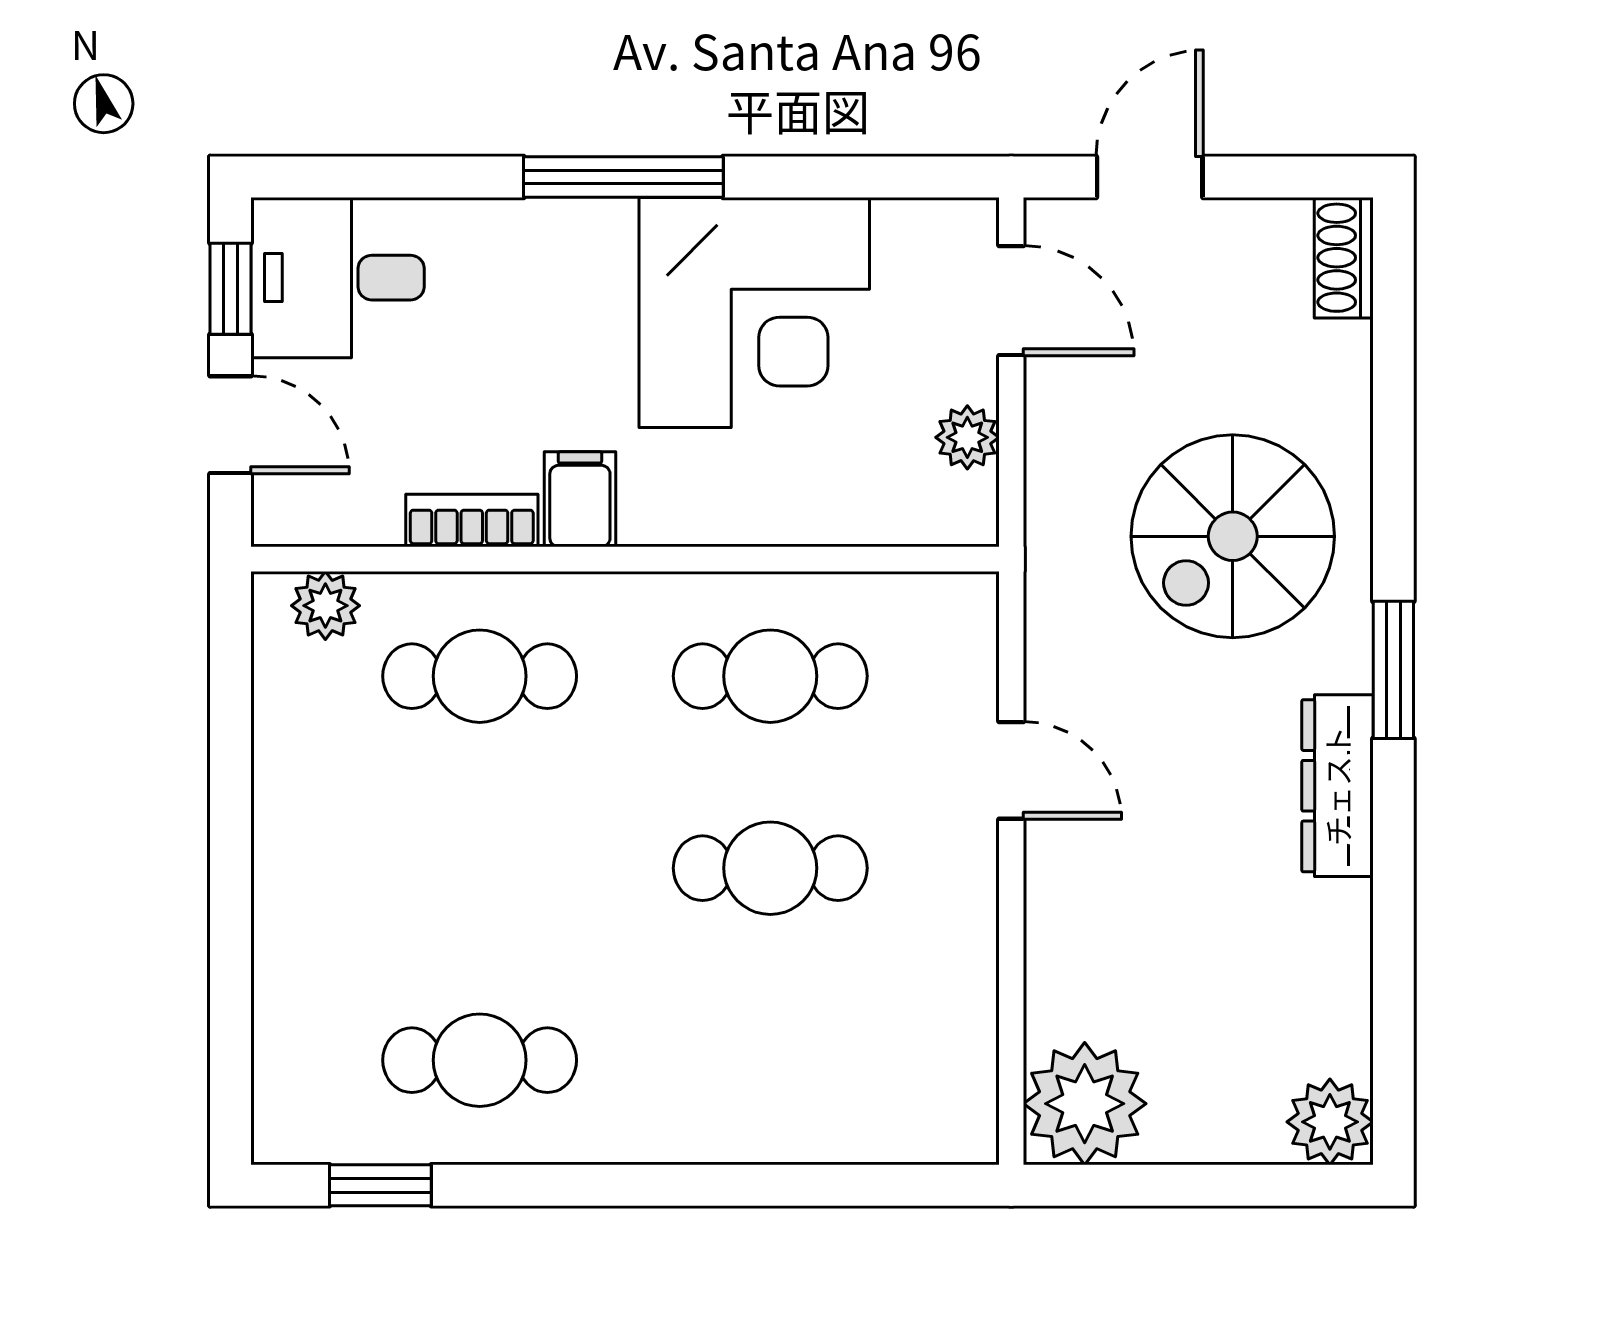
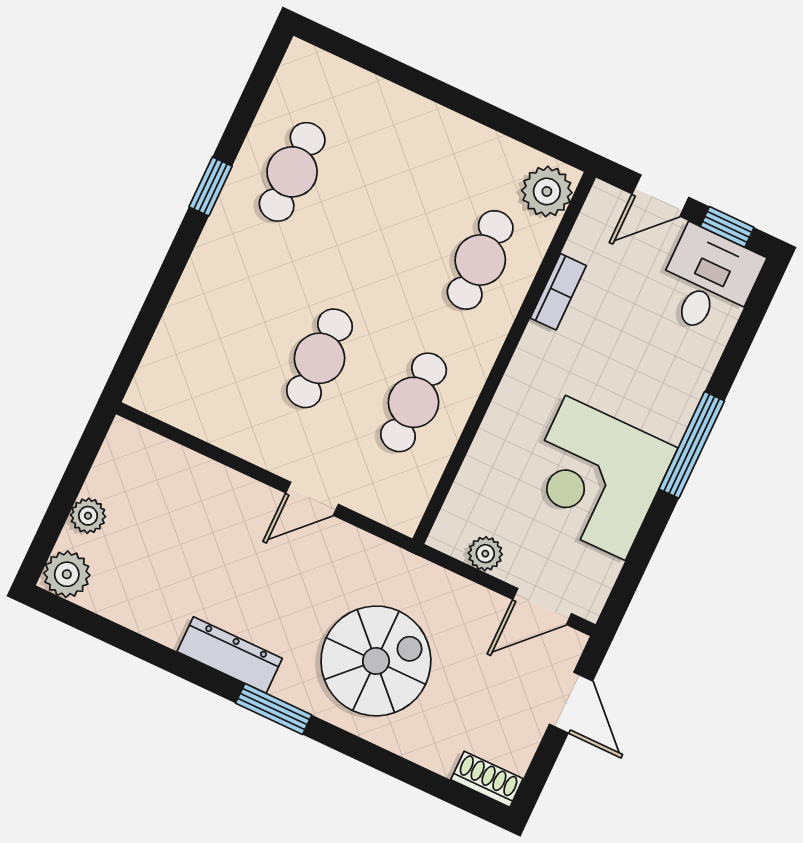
filing cabinet: (580, 499) -> (544, 350), removed
spiral stairs: (1233, 536) -> (376, 661), turned 90
plant: (325, 606) -> (547, 191), width x1.38, depth x1.38
plant: (1085, 1104) -> (88, 516), moved, width x0.53, depth x0.53
window: (380, 1185) -> (211, 186), moved

